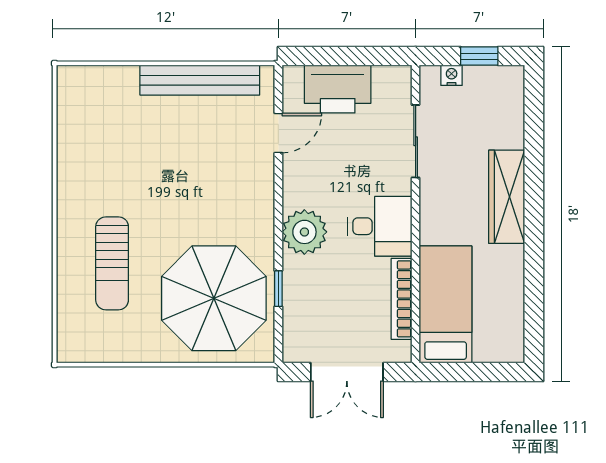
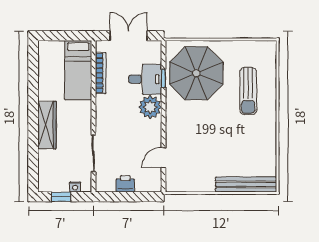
bench: (200, 80) -> (246, 184), moved
printer: (338, 89) -> (125, 184), width x0.53, depth x0.68
desk: (380, 226) -> (145, 79), moved, turned 180
sun lounger: (112, 263) -> (248, 91), turned 180

